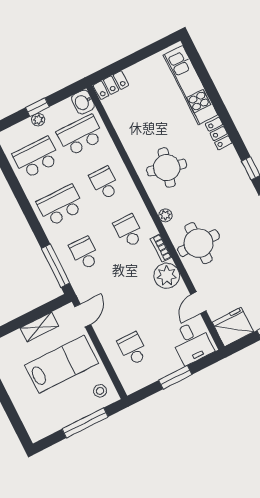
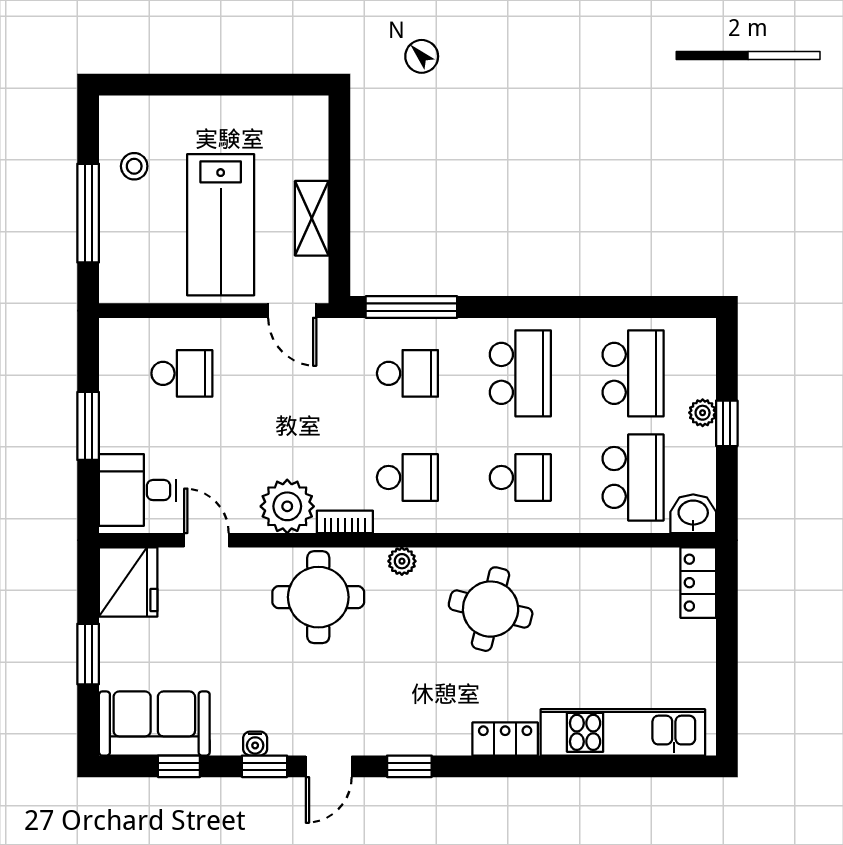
stool: (100, 391) -> (134, 166), moved

